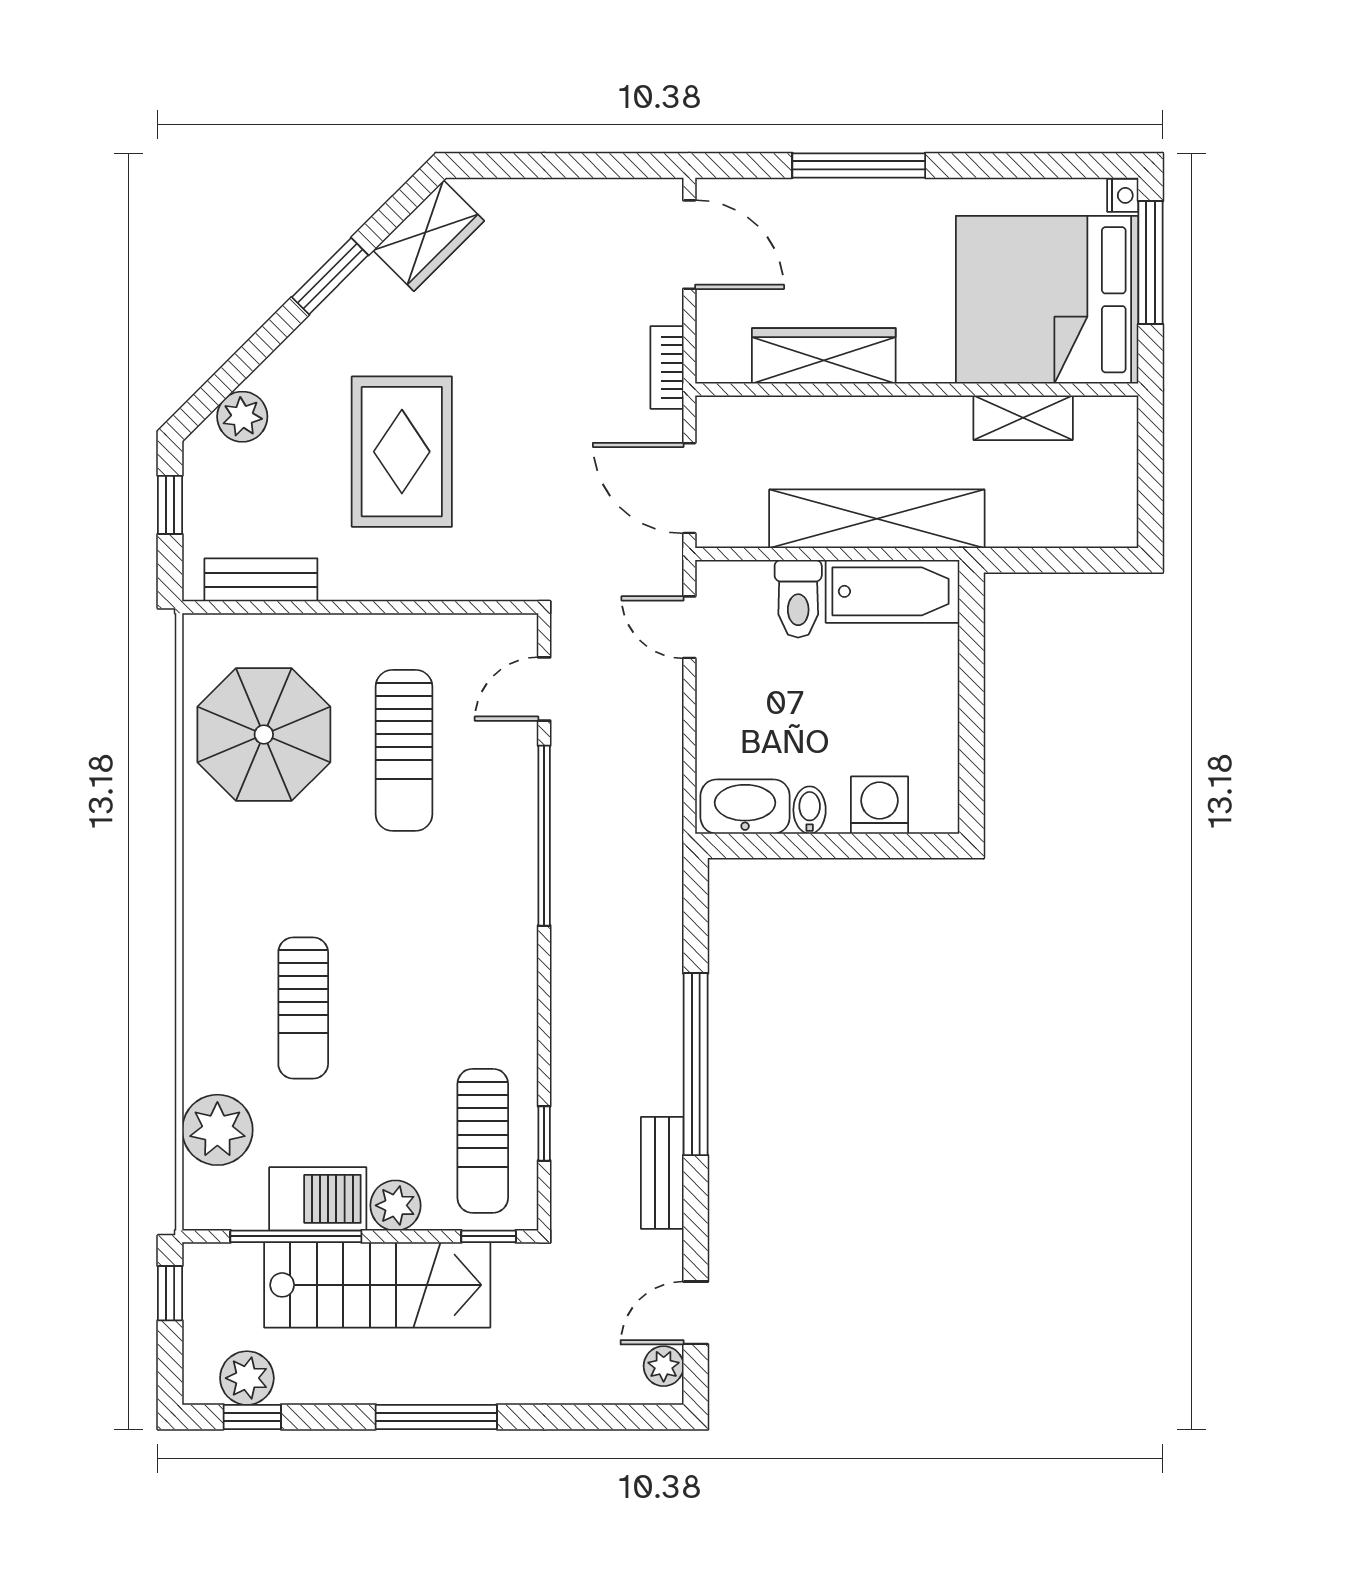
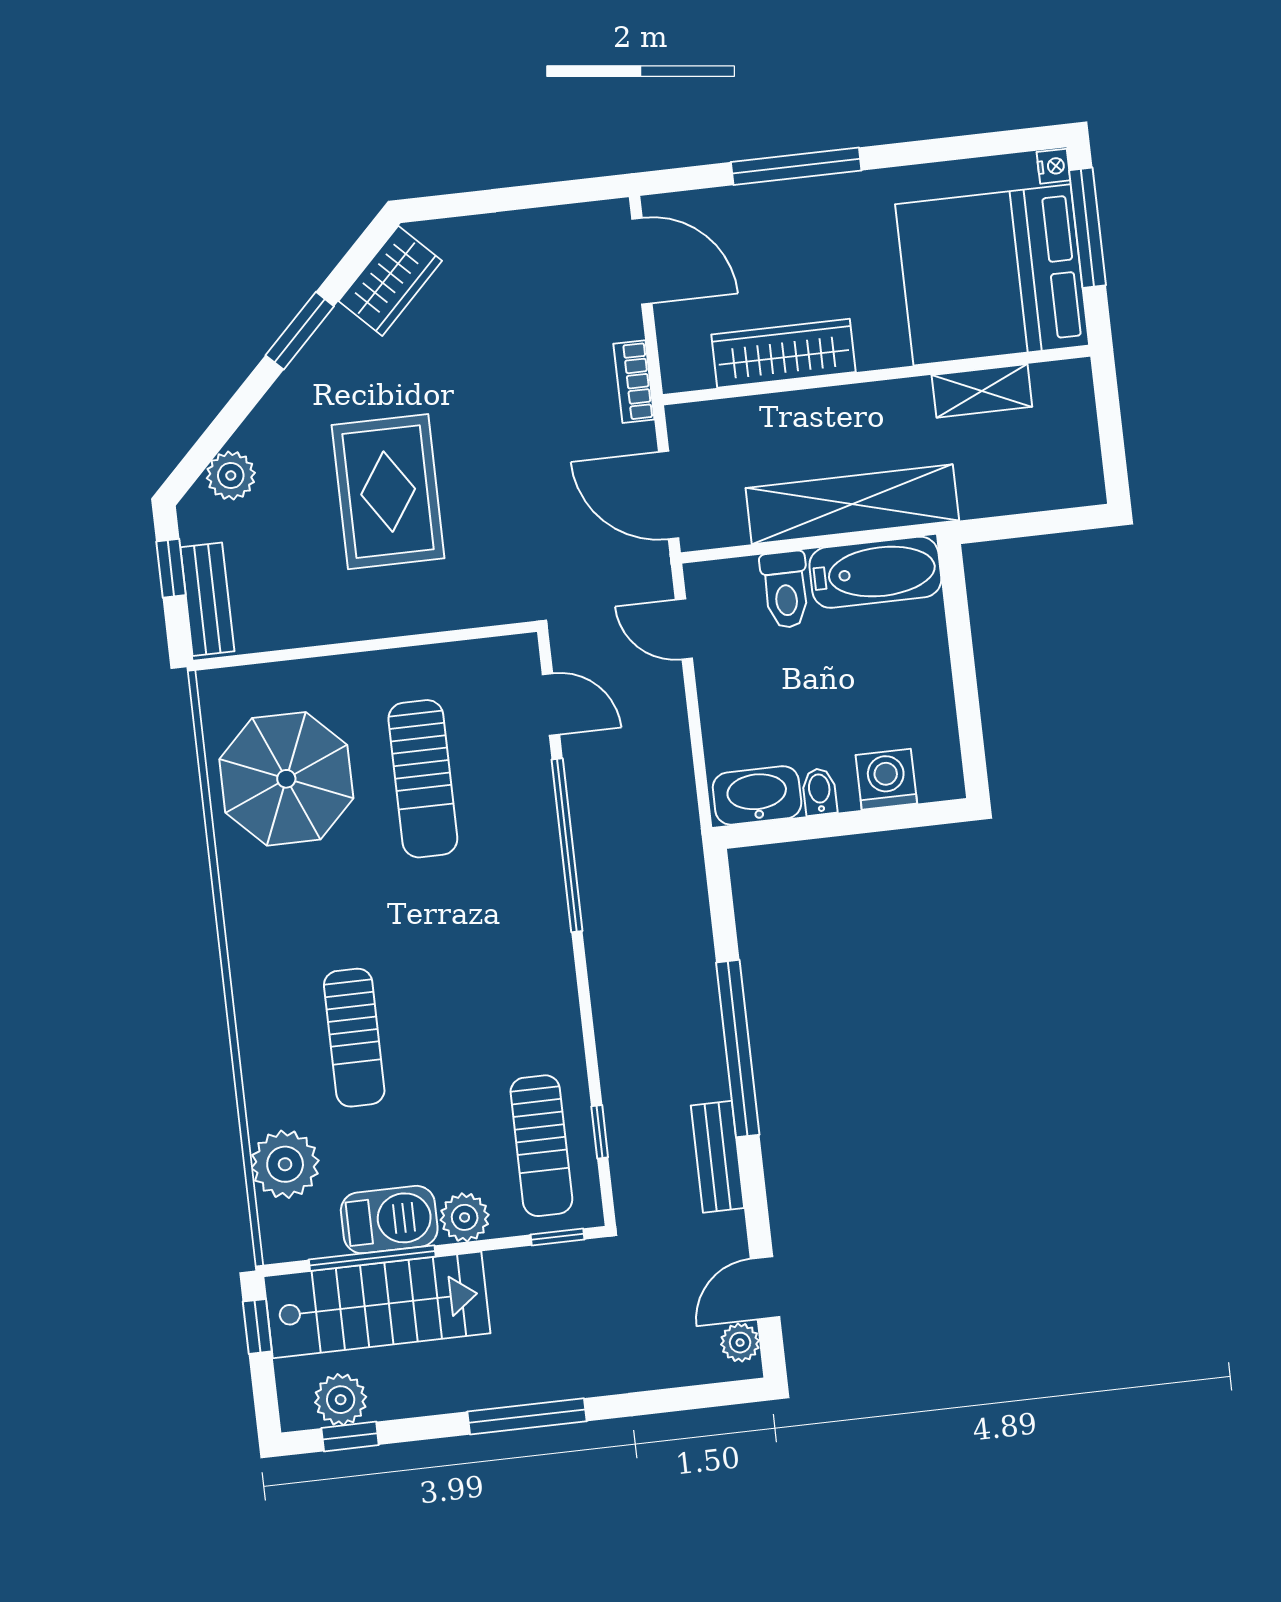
bench: (261, 580) -> (207, 599), moved, turned 90
door: (544, 689) -> (551, 704), swing flipped
stairs: (377, 1285) -> (377, 1305), moved

